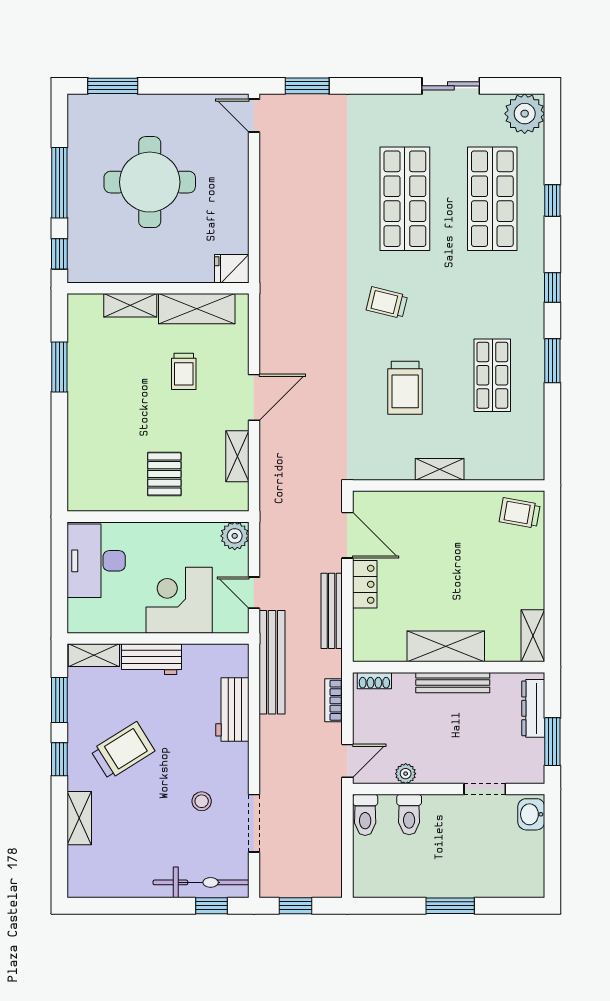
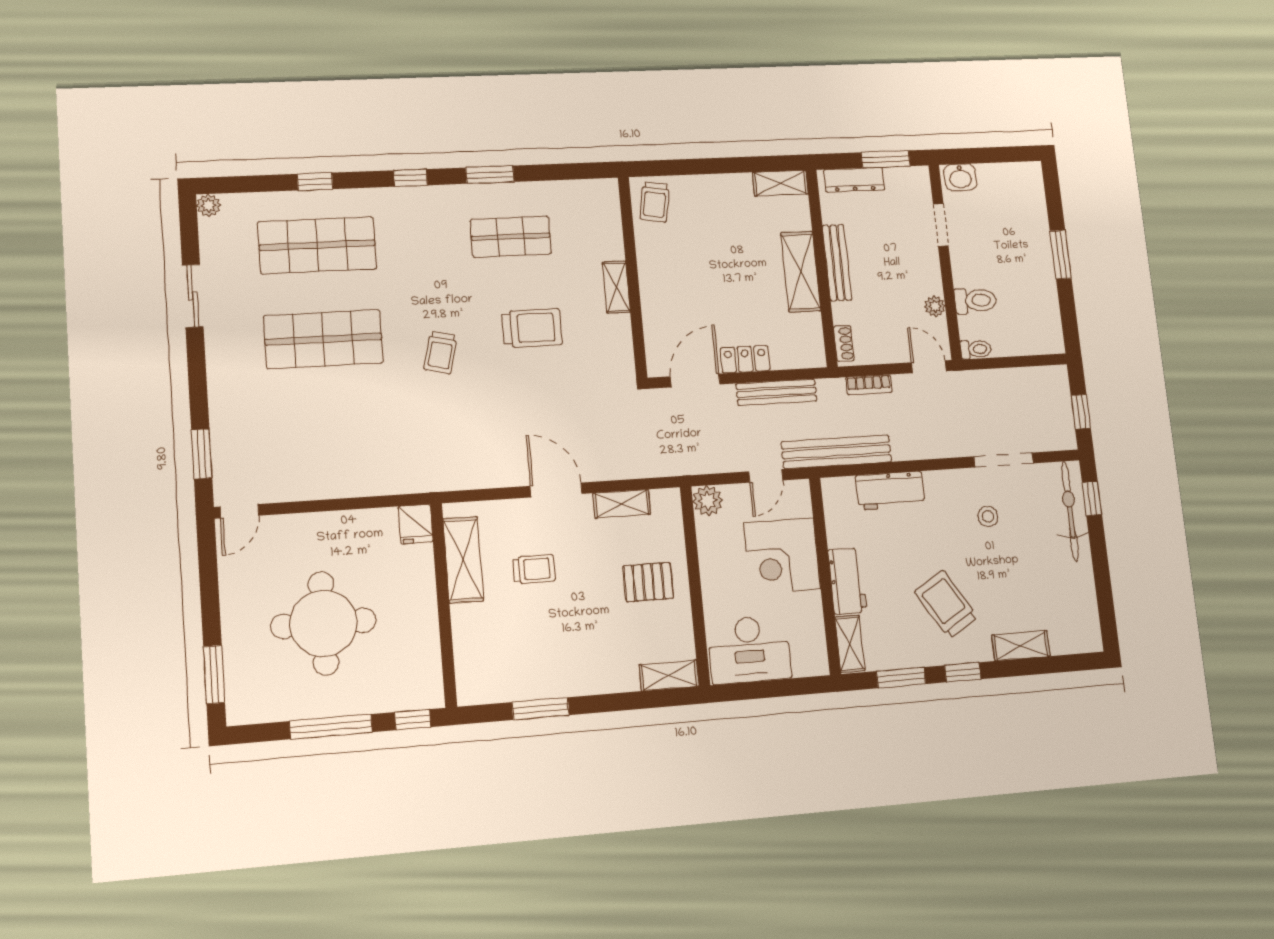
plant: (525, 114) -> (209, 205), width x0.53, depth x0.53
shelving: (130, 305) -> (669, 675), moved, turned 90
toilet: (365, 815) -> (976, 349), width x0.73, depth x0.72

